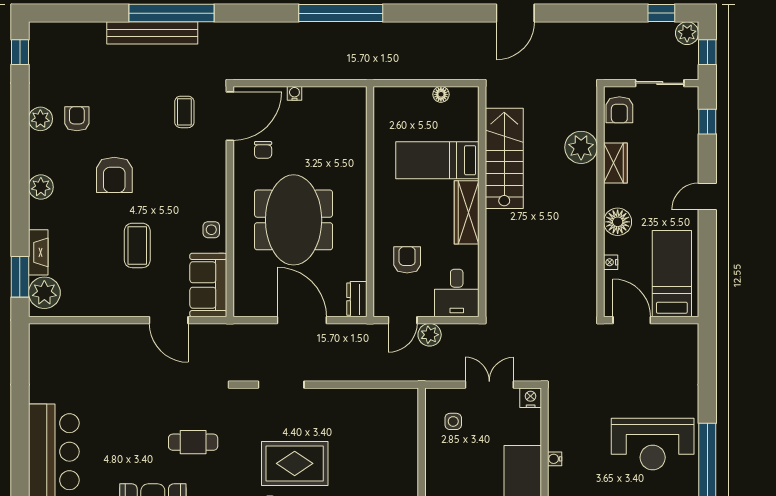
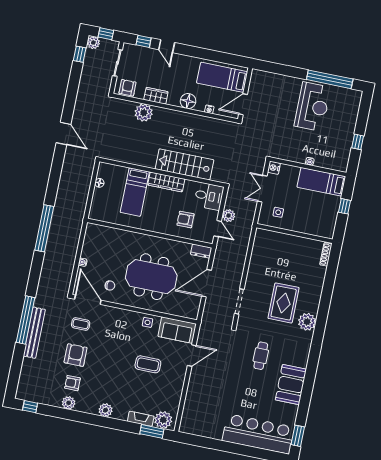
armchair: (619, 110) -> (128, 88), turned -90
stairs: (504, 158) -> (184, 164), moved
armchair: (114, 175) -> (76, 355), moved, turned -90
door: (707, 196) -> (167, 46), moved

